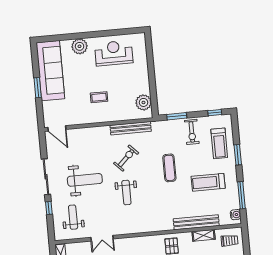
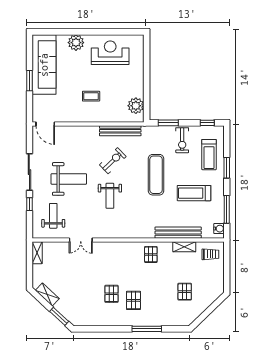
exercise mat: (169, 168) -> (156, 175), width x1.36, depth x1.45

